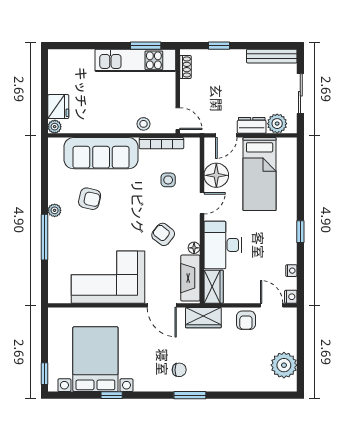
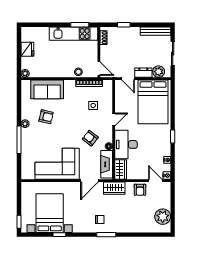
fridge: (58, 107) -> (27, 49), moved
door: (226, 135) -> (128, 79), hinge flipped
sofa: (101, 153) -> (47, 89), width x0.73
bed: (260, 174) -> (153, 102), width x1.50
floor lamp: (216, 175) -> (122, 103), removed
door: (162, 305) -> (89, 181), hinge flipped

